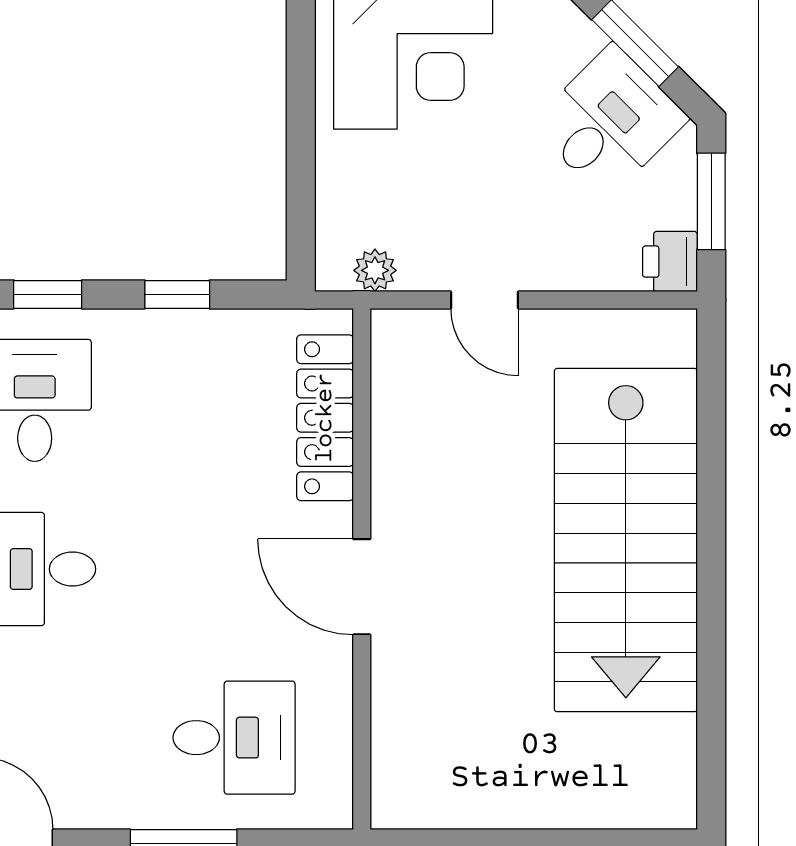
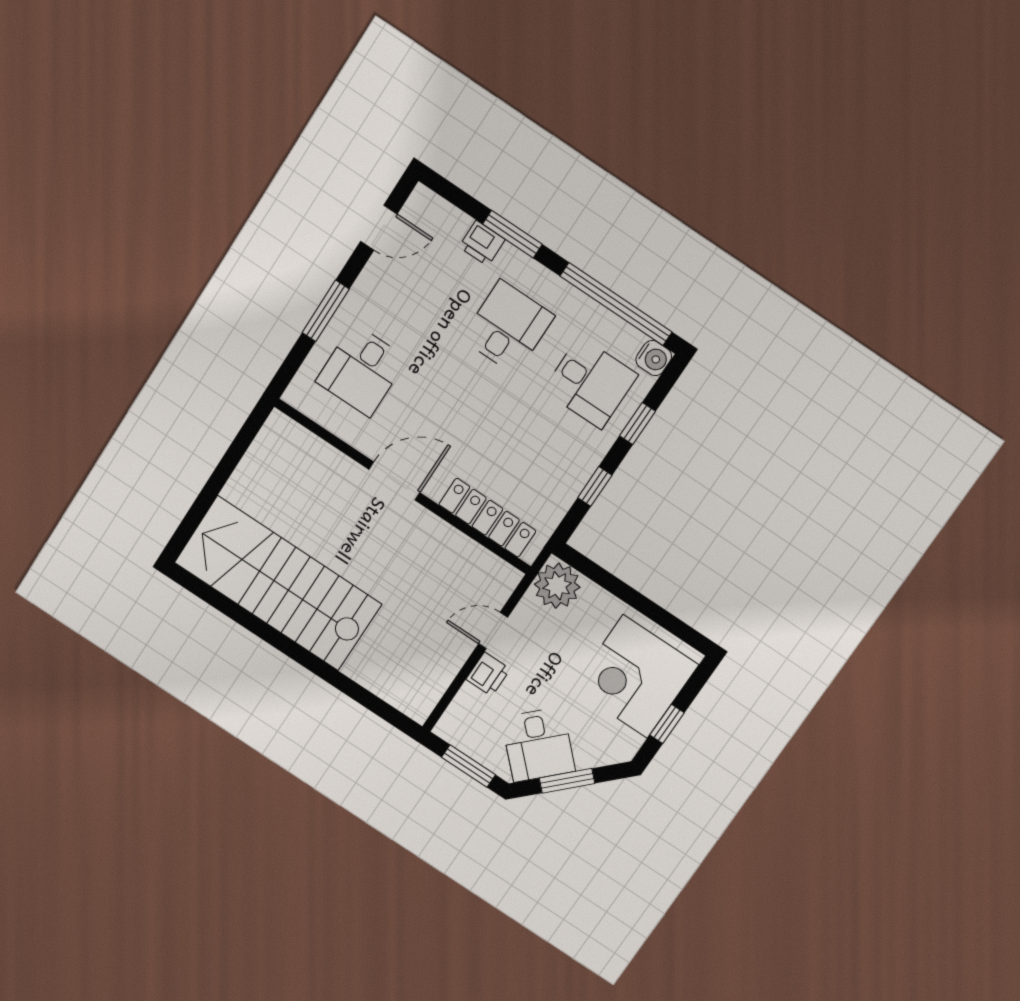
printer: (670, 262) -> (488, 674), moved, turned 90
plant: (375, 270) -> (557, 586), width x1.87, depth x1.87
stairs: (626, 540) -> (278, 583), moved

